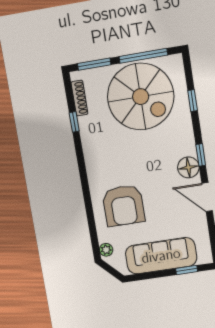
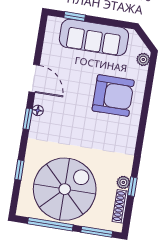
spiral stairs: (141, 97) -> (65, 189), turned 90
plant: (85, 123) -> (123, 182), added
floor lamp: (188, 167) -> (38, 110), width x0.53, depth x0.53
armchair: (123, 206) -> (113, 96), turned 90

